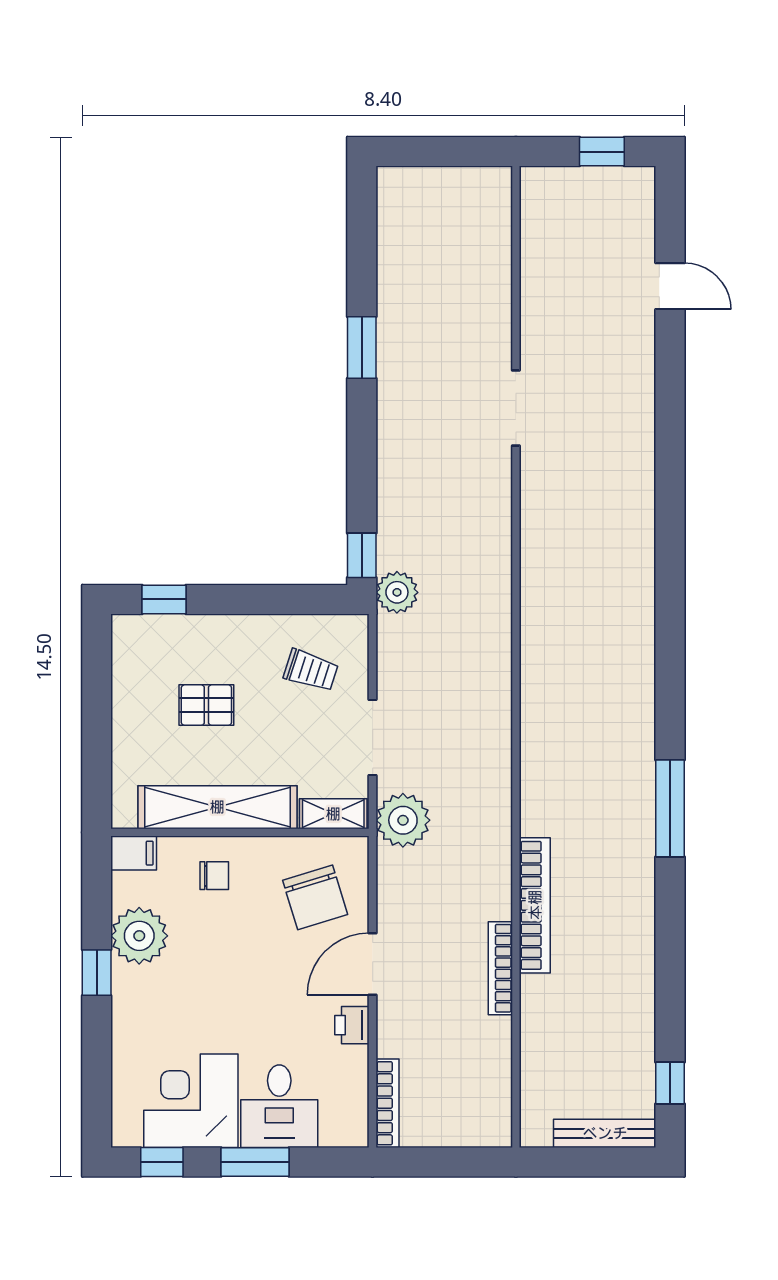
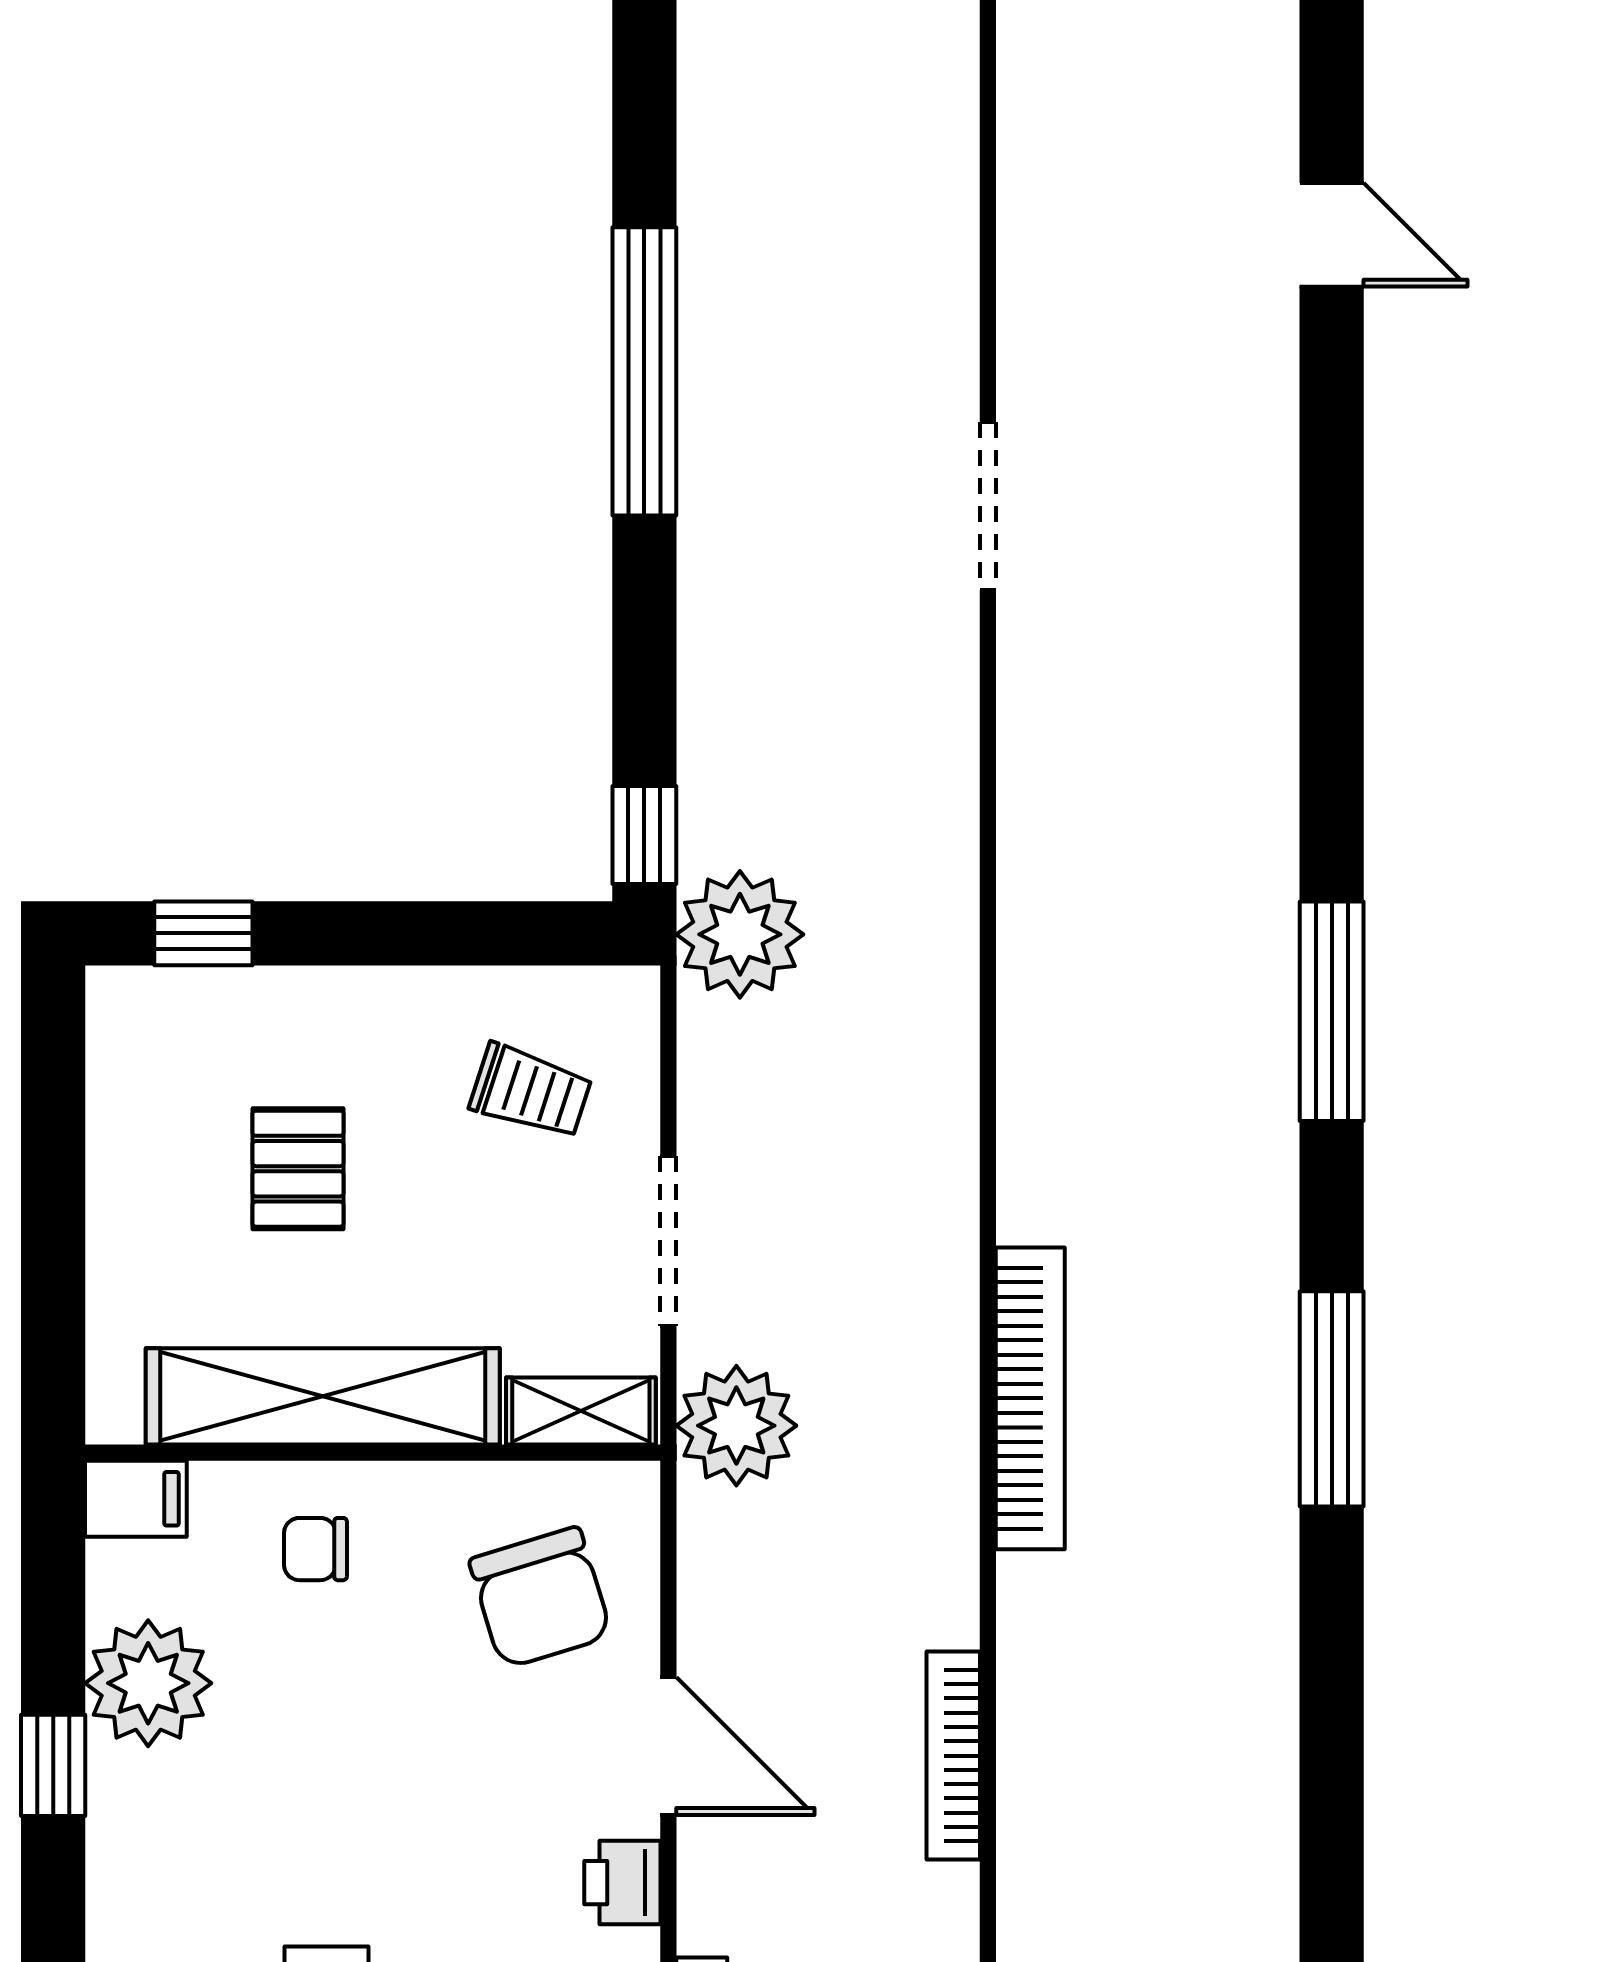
window: (362, 347) -> (644, 371), width x2.11
plant: (397, 592) -> (740, 934), width x1.36, depth x1.36
window: (670, 634) -> (1332, 1011), added
pallet: (206, 705) -> (298, 1169), turned 90
chair: (214, 876) -> (315, 1549), turned 180
bookcase: (535, 905) -> (1030, 1398), moved
door: (373, 964) -> (668, 1746), swing flipped

